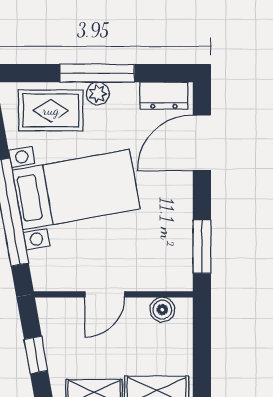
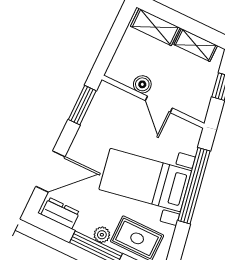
door: (105, 294) -> (159, 104), swing flipped
boiler: (162, 310) -> (142, 84), moved

